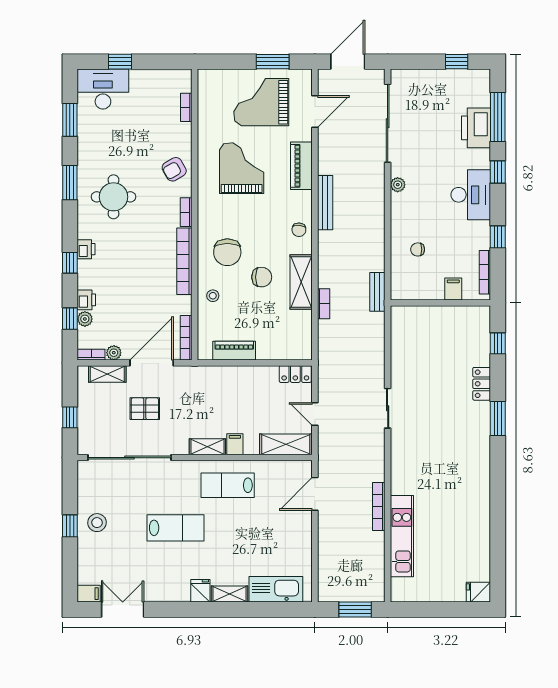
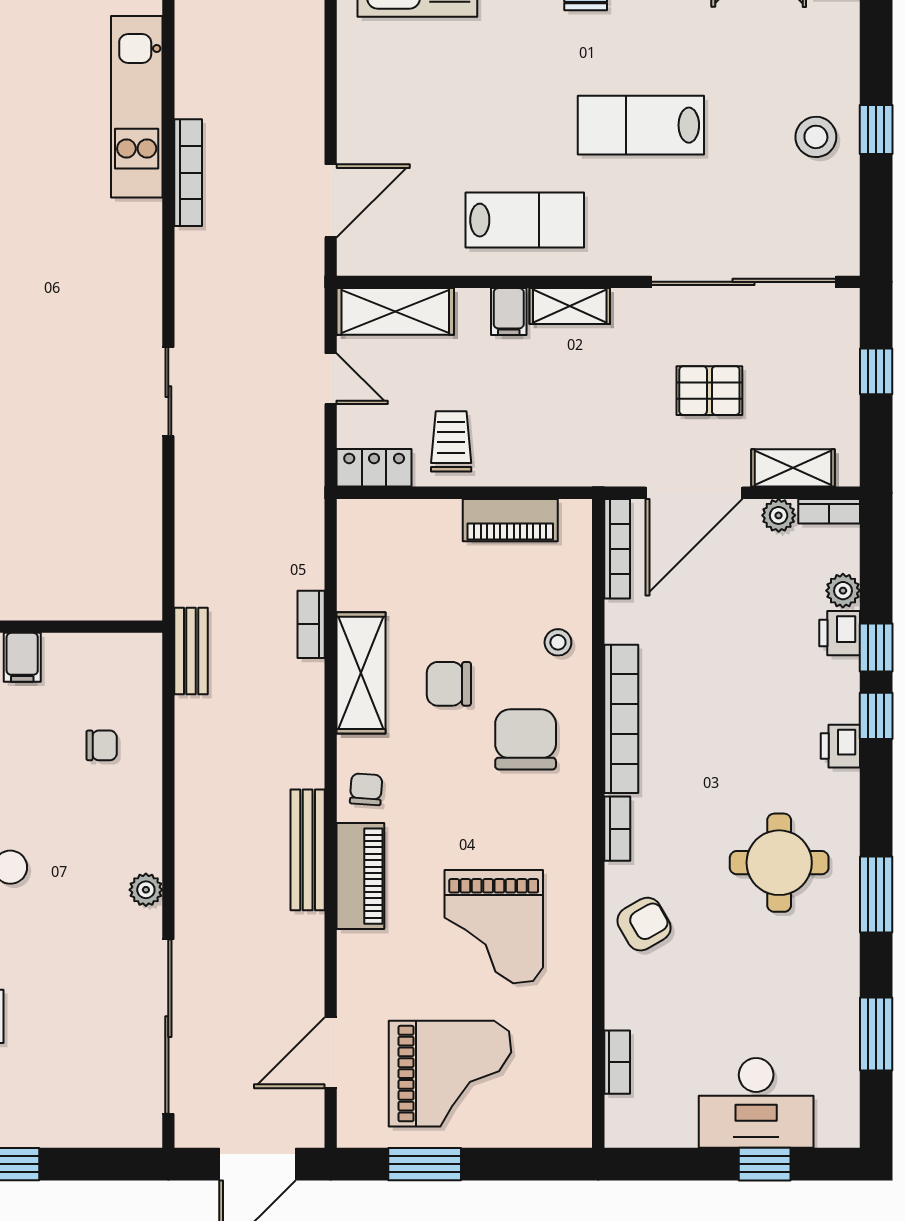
desk: (103, 89) -> (756, 1103), moved
piano: (301, 166) -> (360, 876), moved
window: (70, 319) -> (876, 647), moved
trolley: (261, 386) -> (451, 441), added

